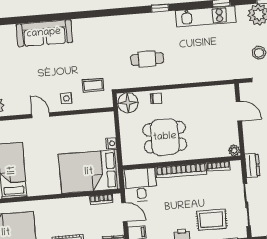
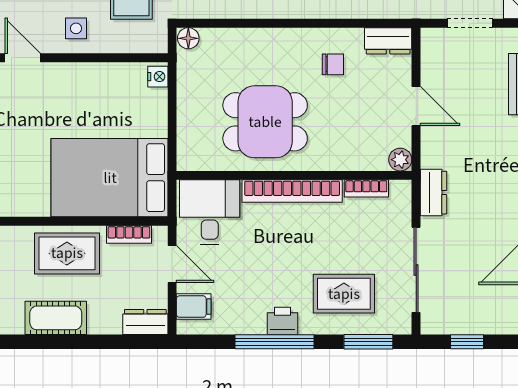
dresser: (223, 91) -> (388, 41), added
chair: (156, 98) -> (333, 64), moved
floor lamp: (128, 103) -> (188, 38), width x0.53, depth x0.53
door: (239, 111) -> (416, 106), moved
nightstand: (111, 143) -> (158, 77), moved
rug: (71, 211) -> (67, 253), added

